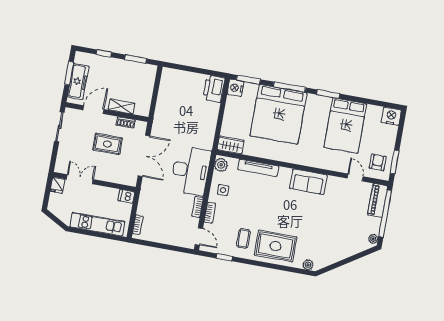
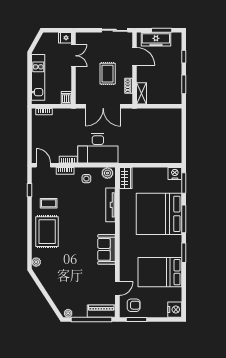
printer: (214, 89) -> (171, 155), removed
shelving: (122, 106) -> (141, 93), moved
door: (199, 236) -> (43, 165), swing flipped

